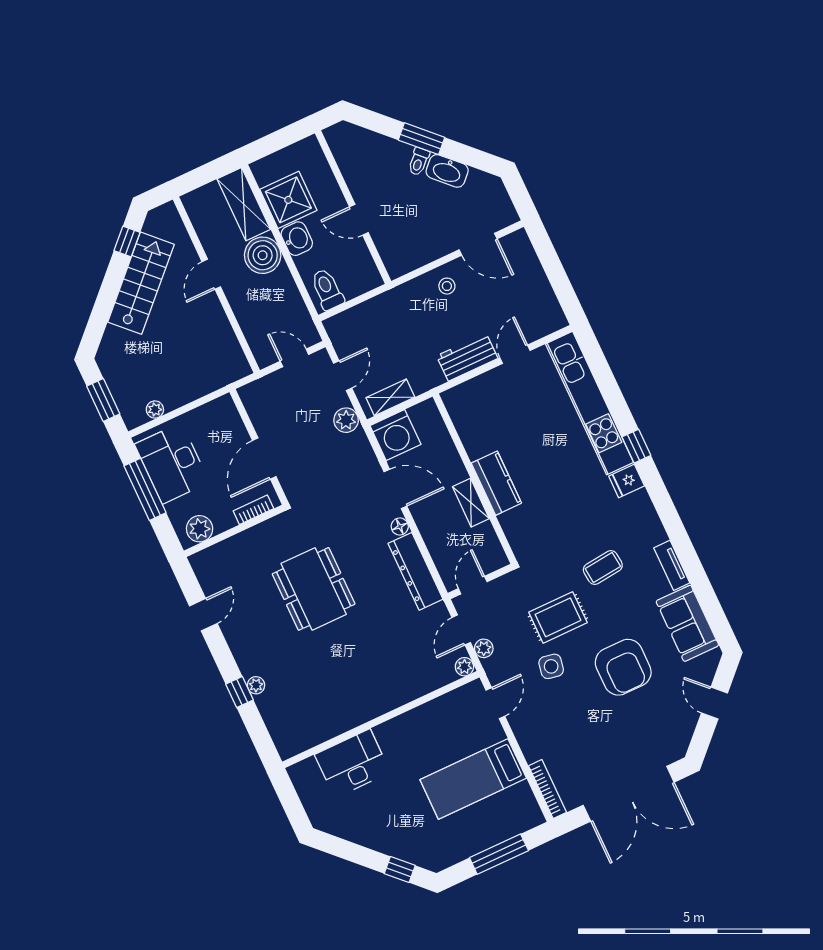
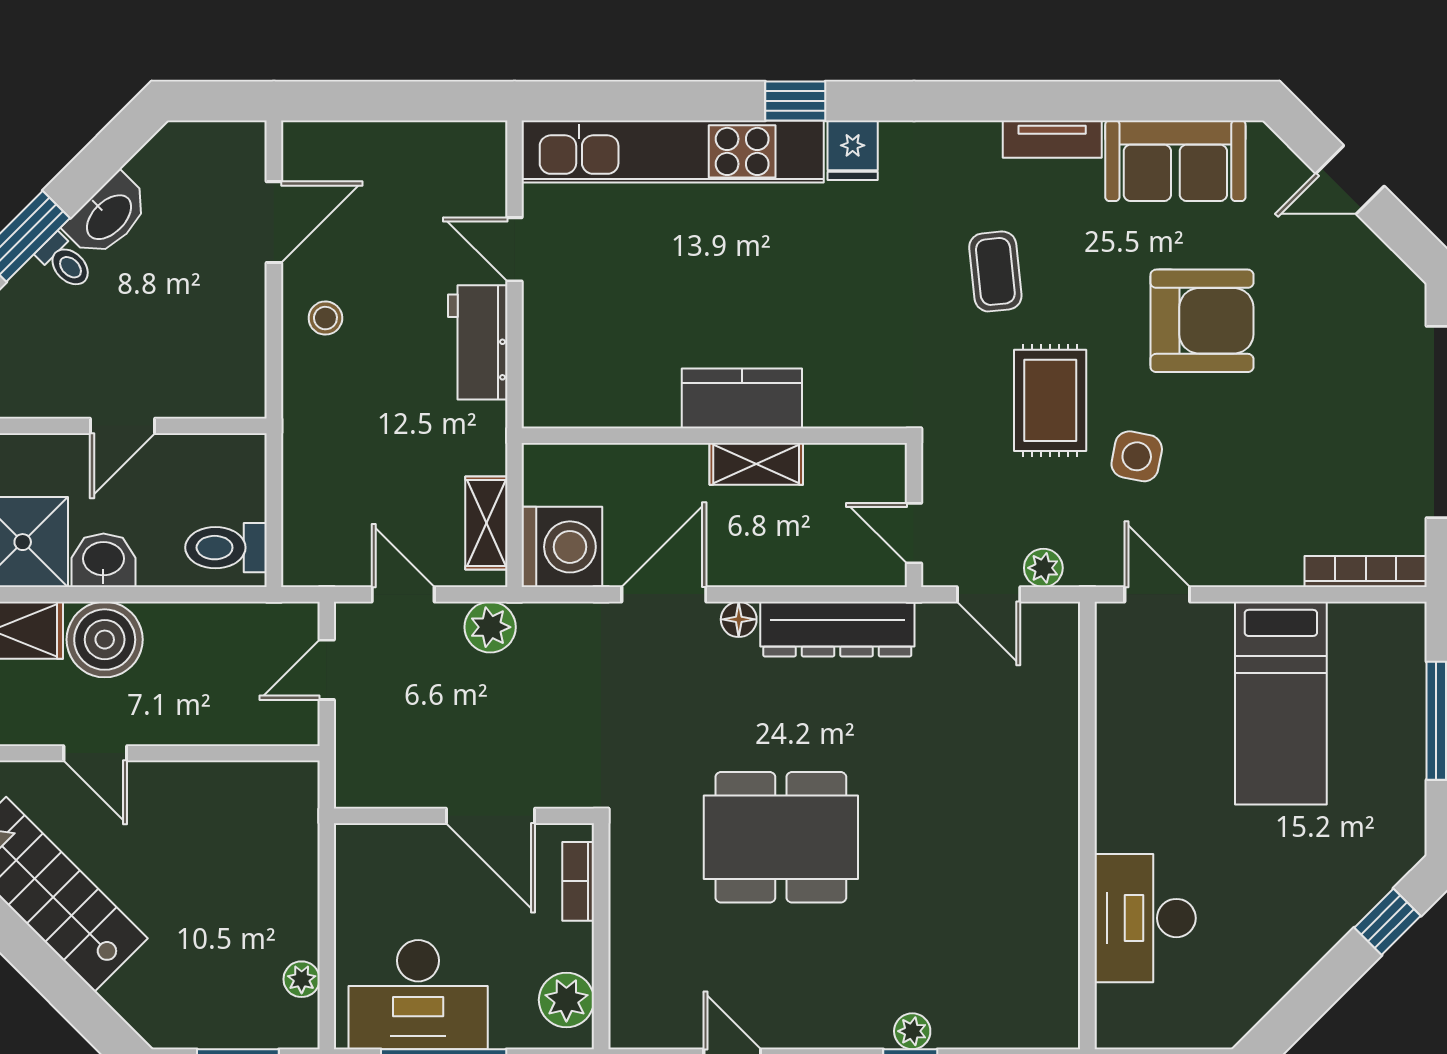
plant: (464, 667) -> (1061, 621), removed

